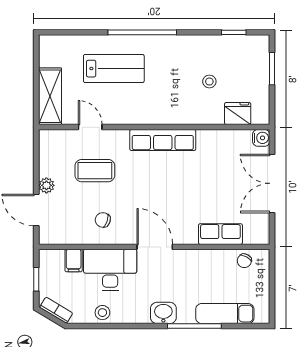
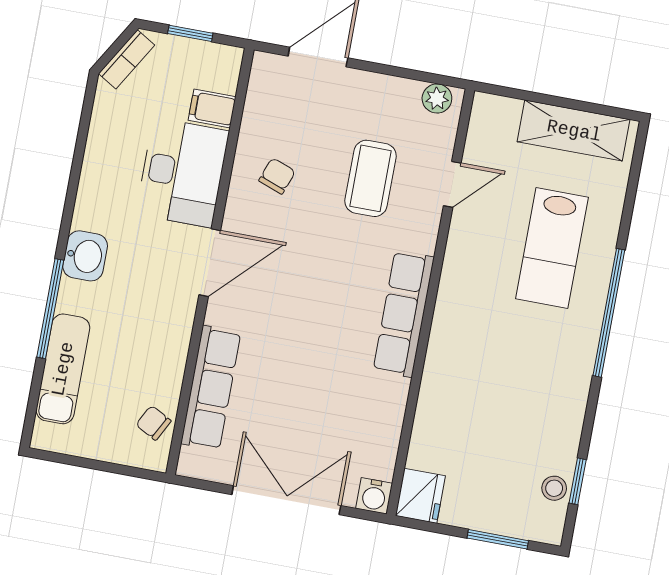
stool: (209, 82) -> (554, 488), moved
shelving: (50, 96) -> (574, 131), moved
fridge: (238, 114) -> (420, 496), moved
plant: (46, 185) -> (437, 98), moved
row of seats: (220, 234) -> (211, 388), width x1.48
stool: (102, 313) -> (106, 144), removed

